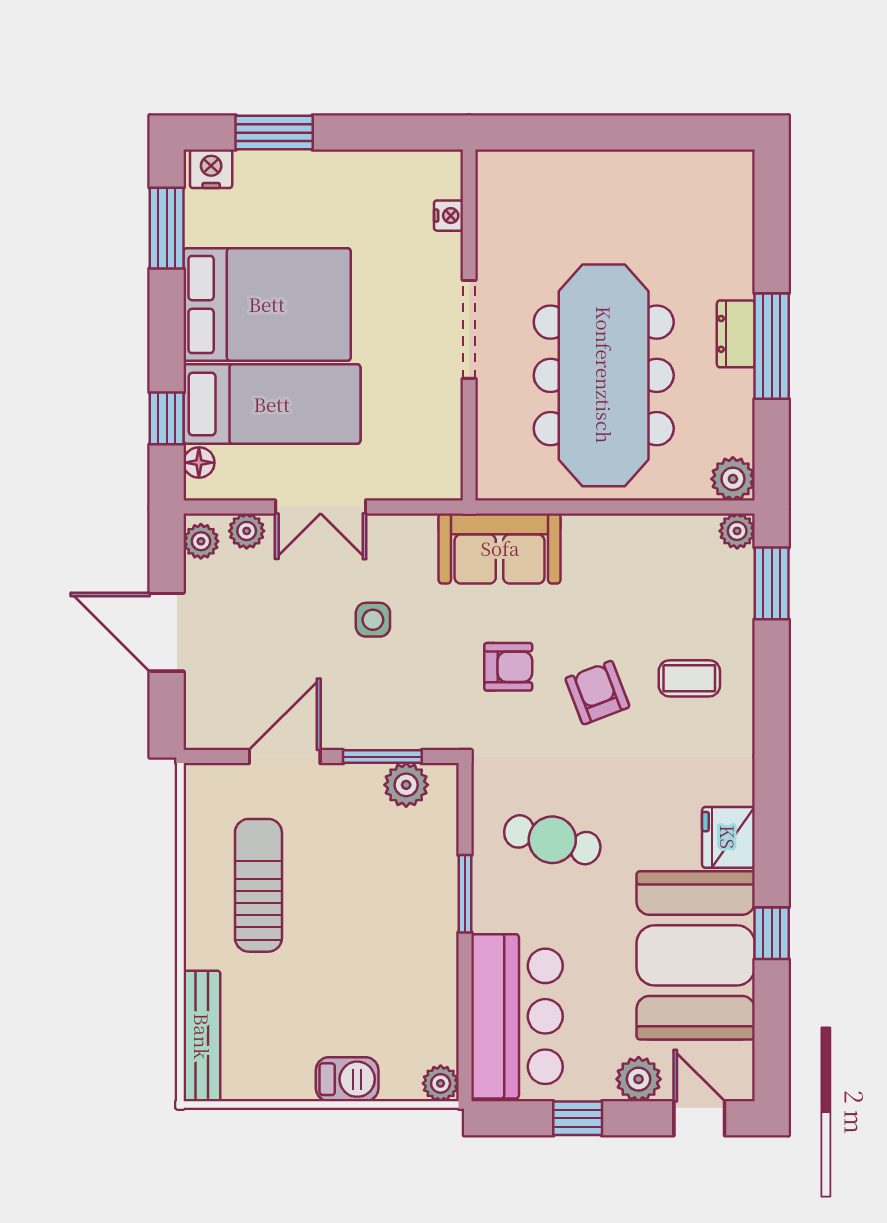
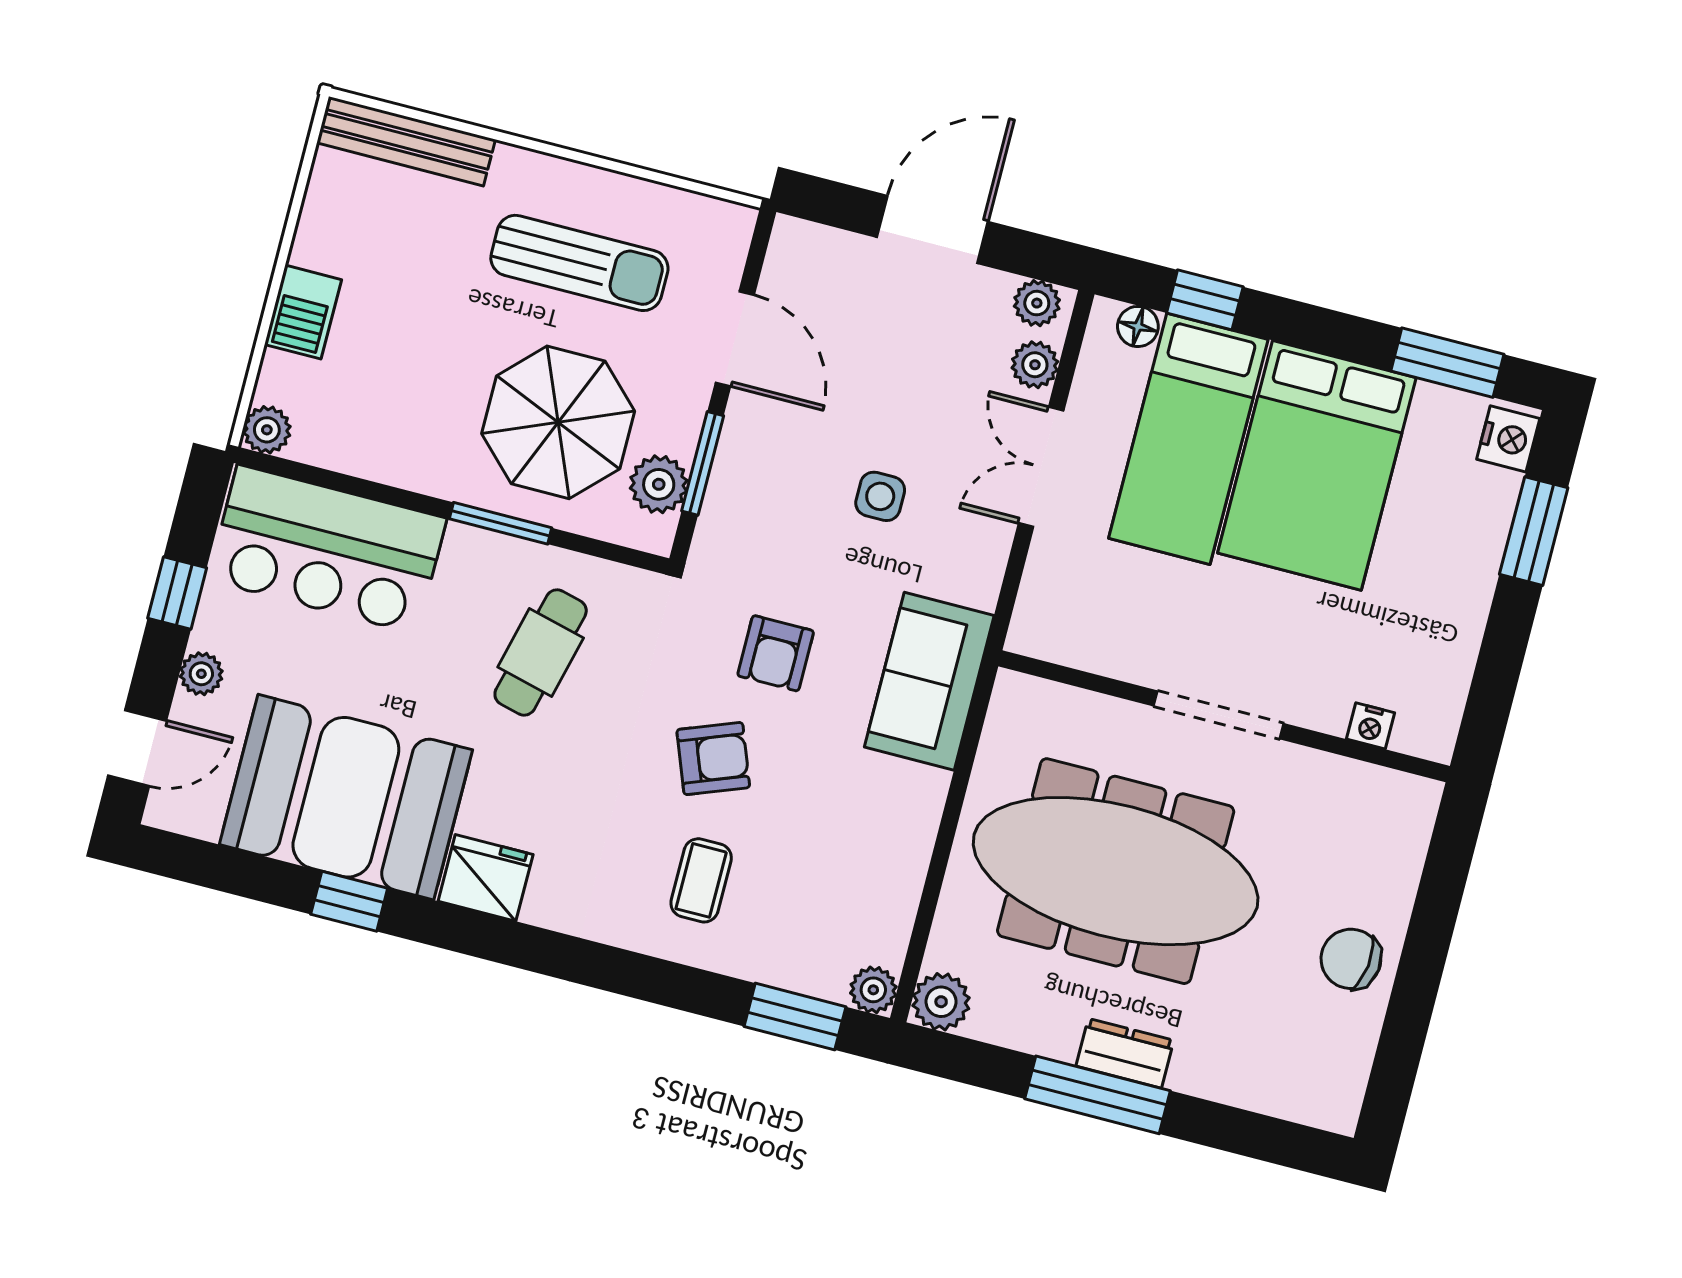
chair: (623, 186) -> (1351, 959), added
parasol: (380, 871) -> (558, 422), added
plant: (639, 1079) -> (201, 674), width x0.73, depth x0.73

